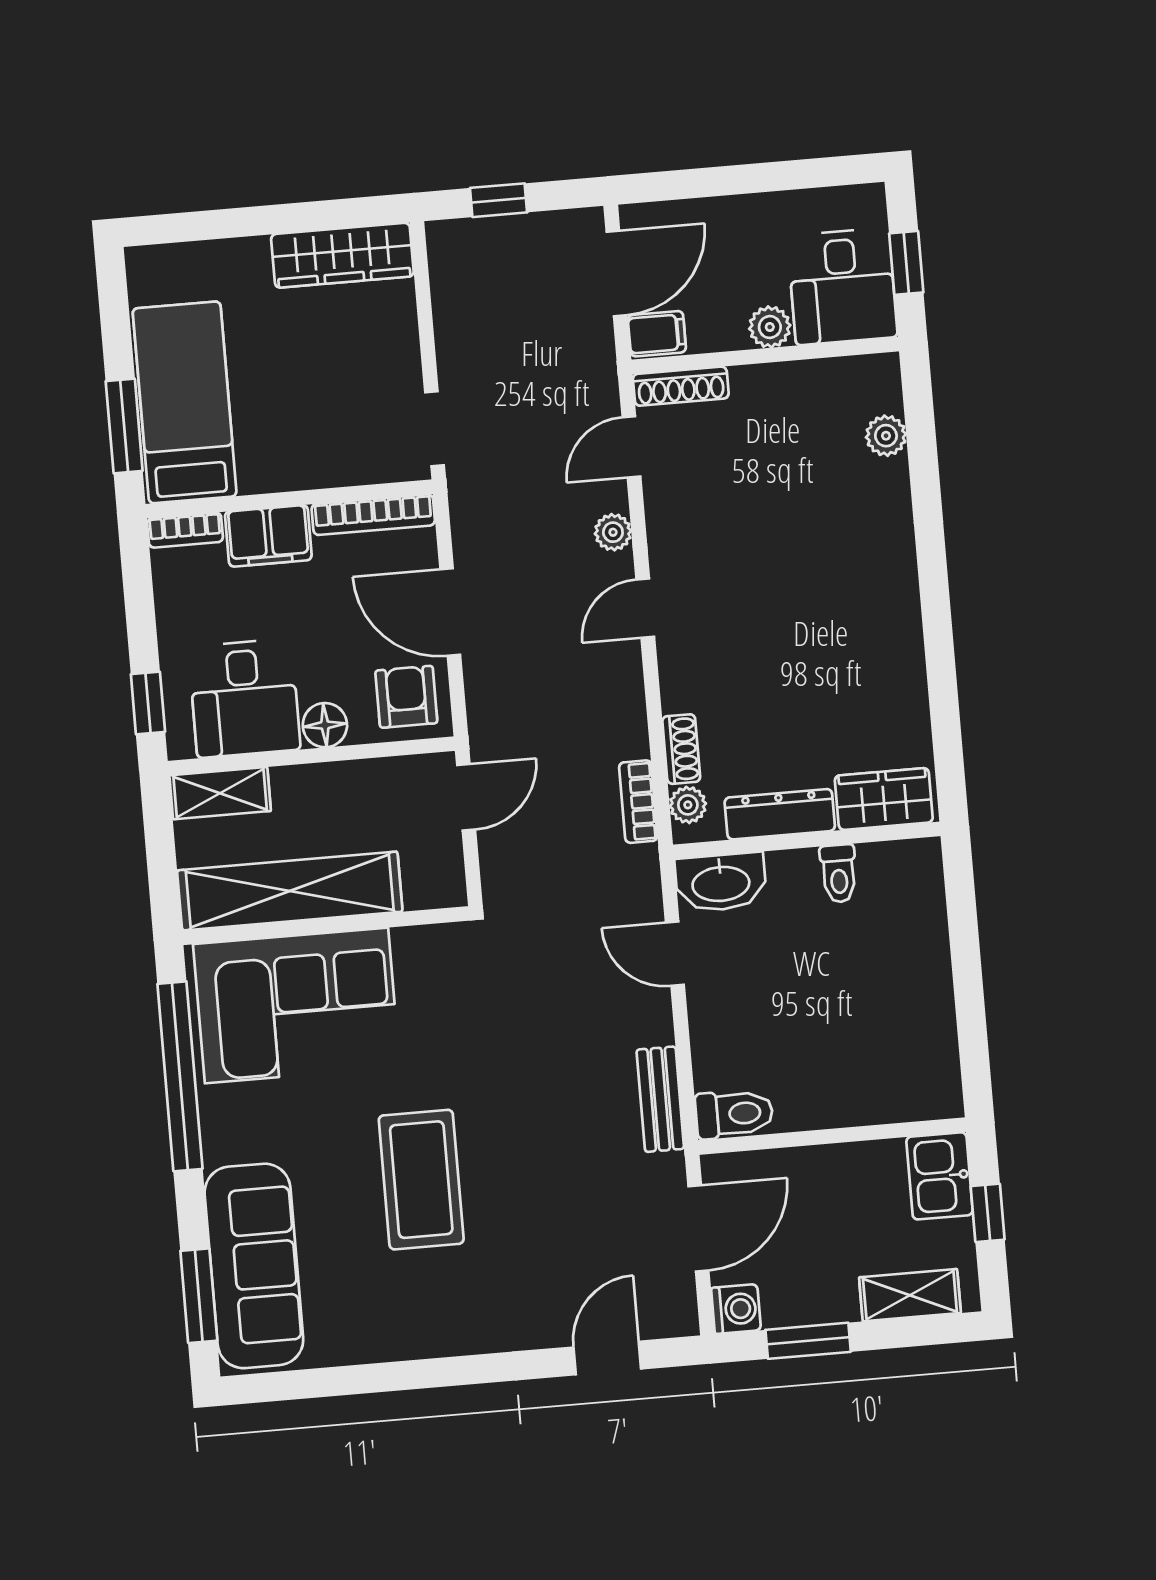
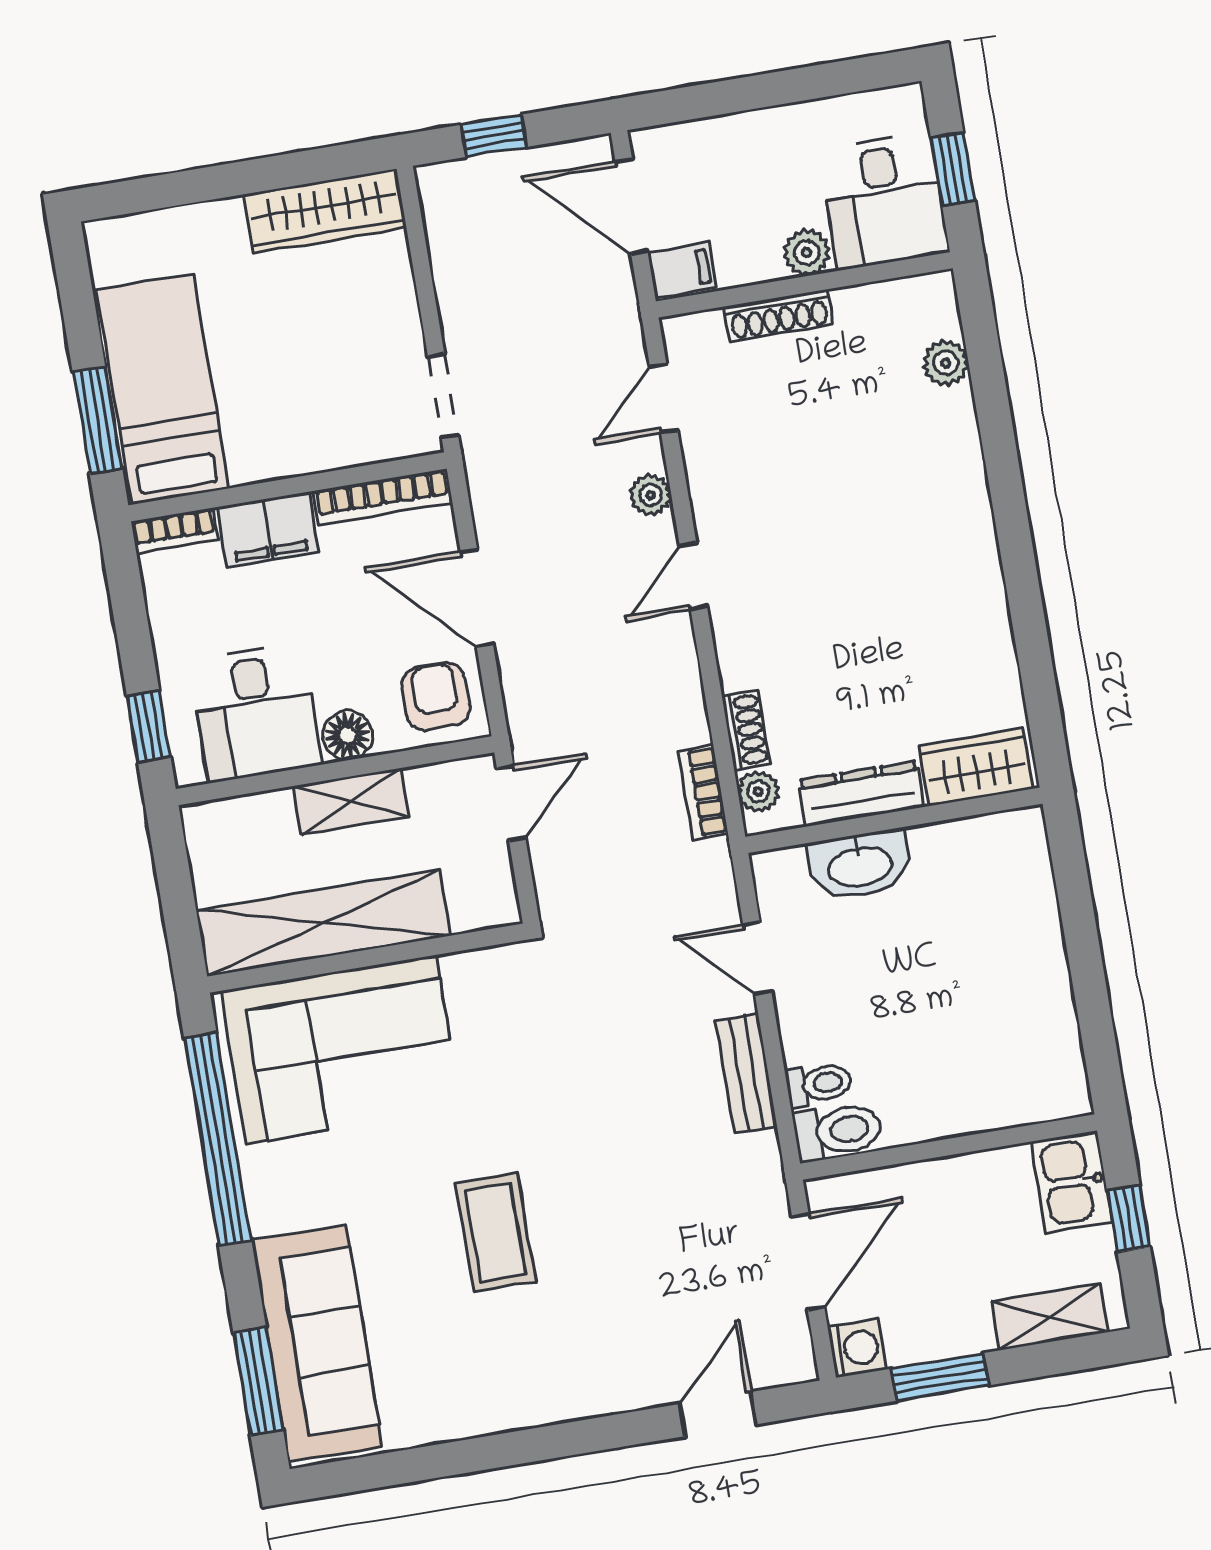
door: (617, 273) -> (632, 207), swing flipped
shoe rack: (681, 386) -> (779, 315), moved
shelving: (220, 793) -> (351, 801), moved
toilet: (839, 873) -> (819, 1084), moved, turned -90
washbasin: (721, 882) -> (860, 865), moved
bench: (660, 1099) -> (746, 1073), moved
coffee table: (421, 1180) -> (495, 1232), width x0.73, depth x0.76

